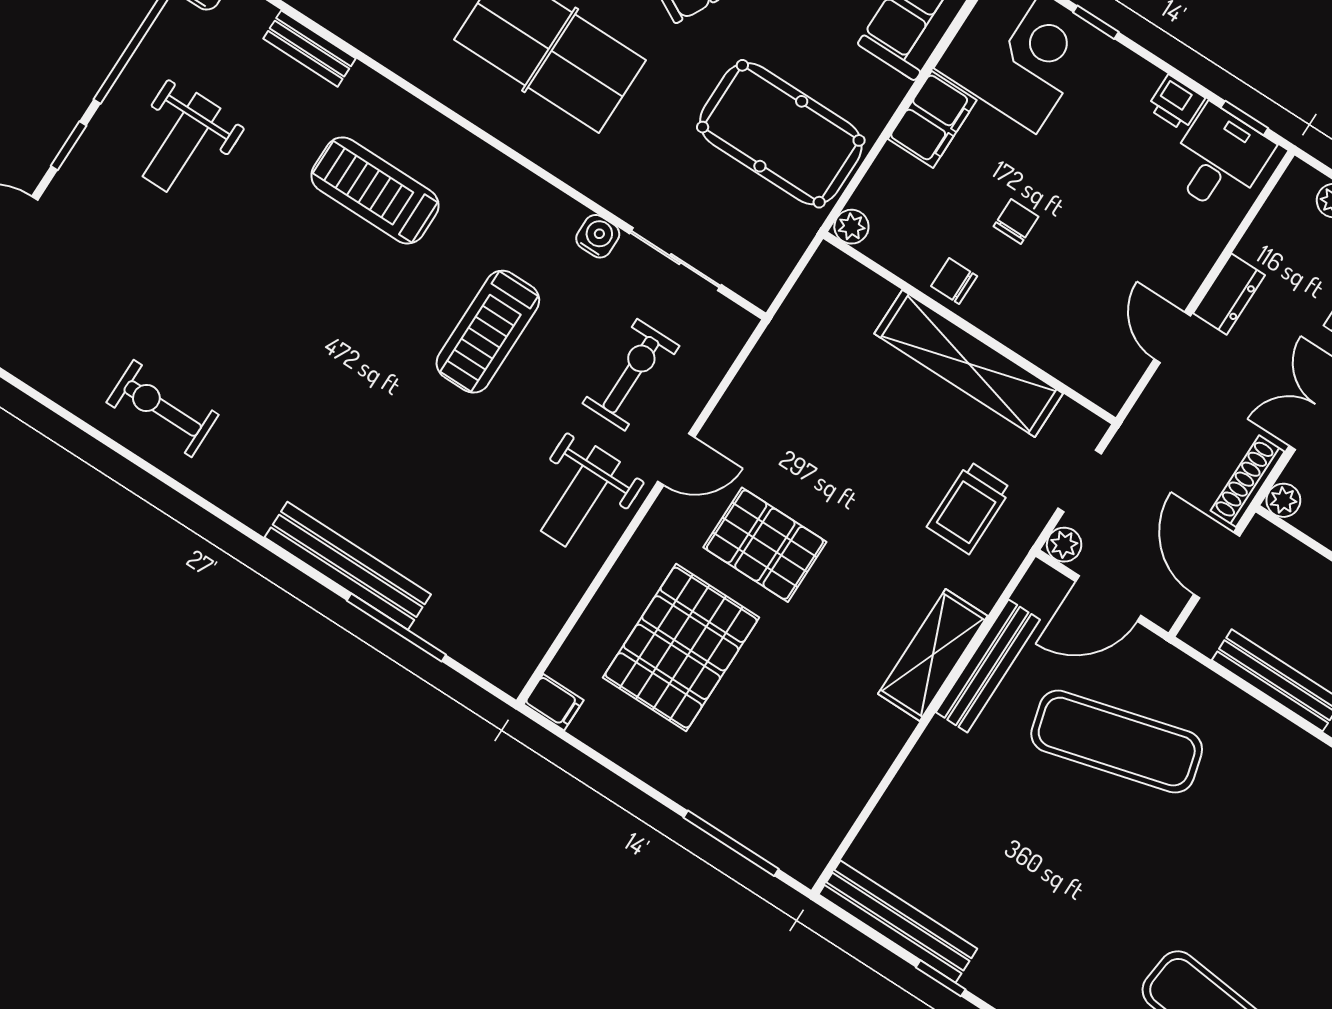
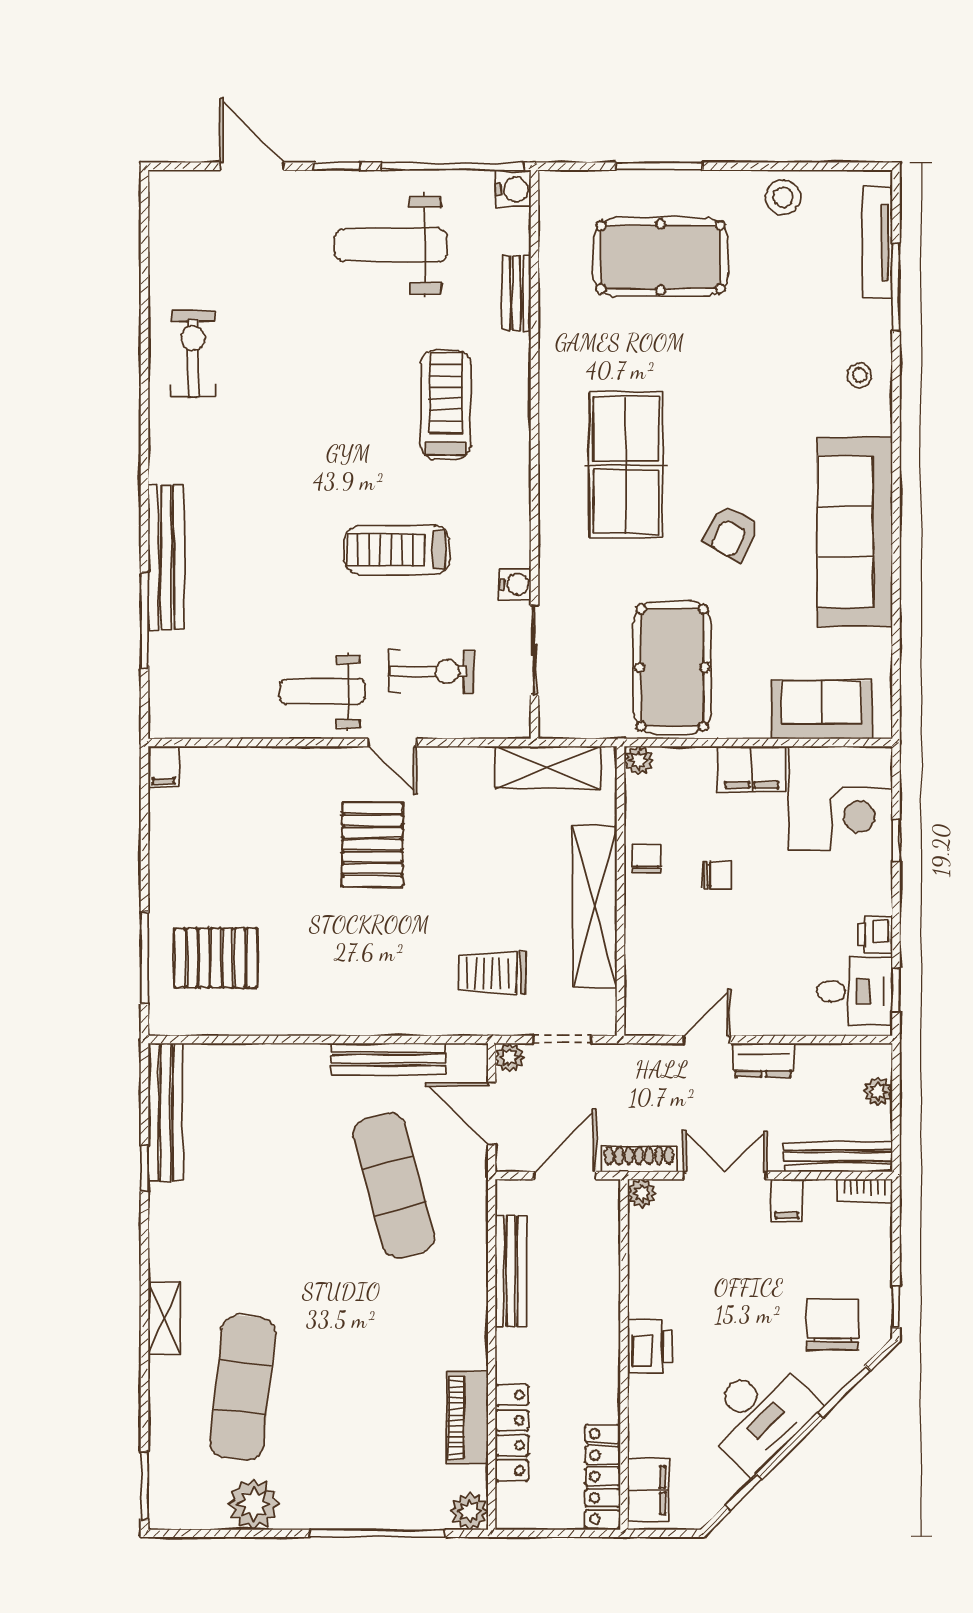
weight bench: (181, 142) -> (391, 245), width x1.36, depth x1.33
pallet: (681, 648) -> (216, 958), moved, width x0.73, depth x0.71
shelving: (933, 655) -> (547, 767), moved

